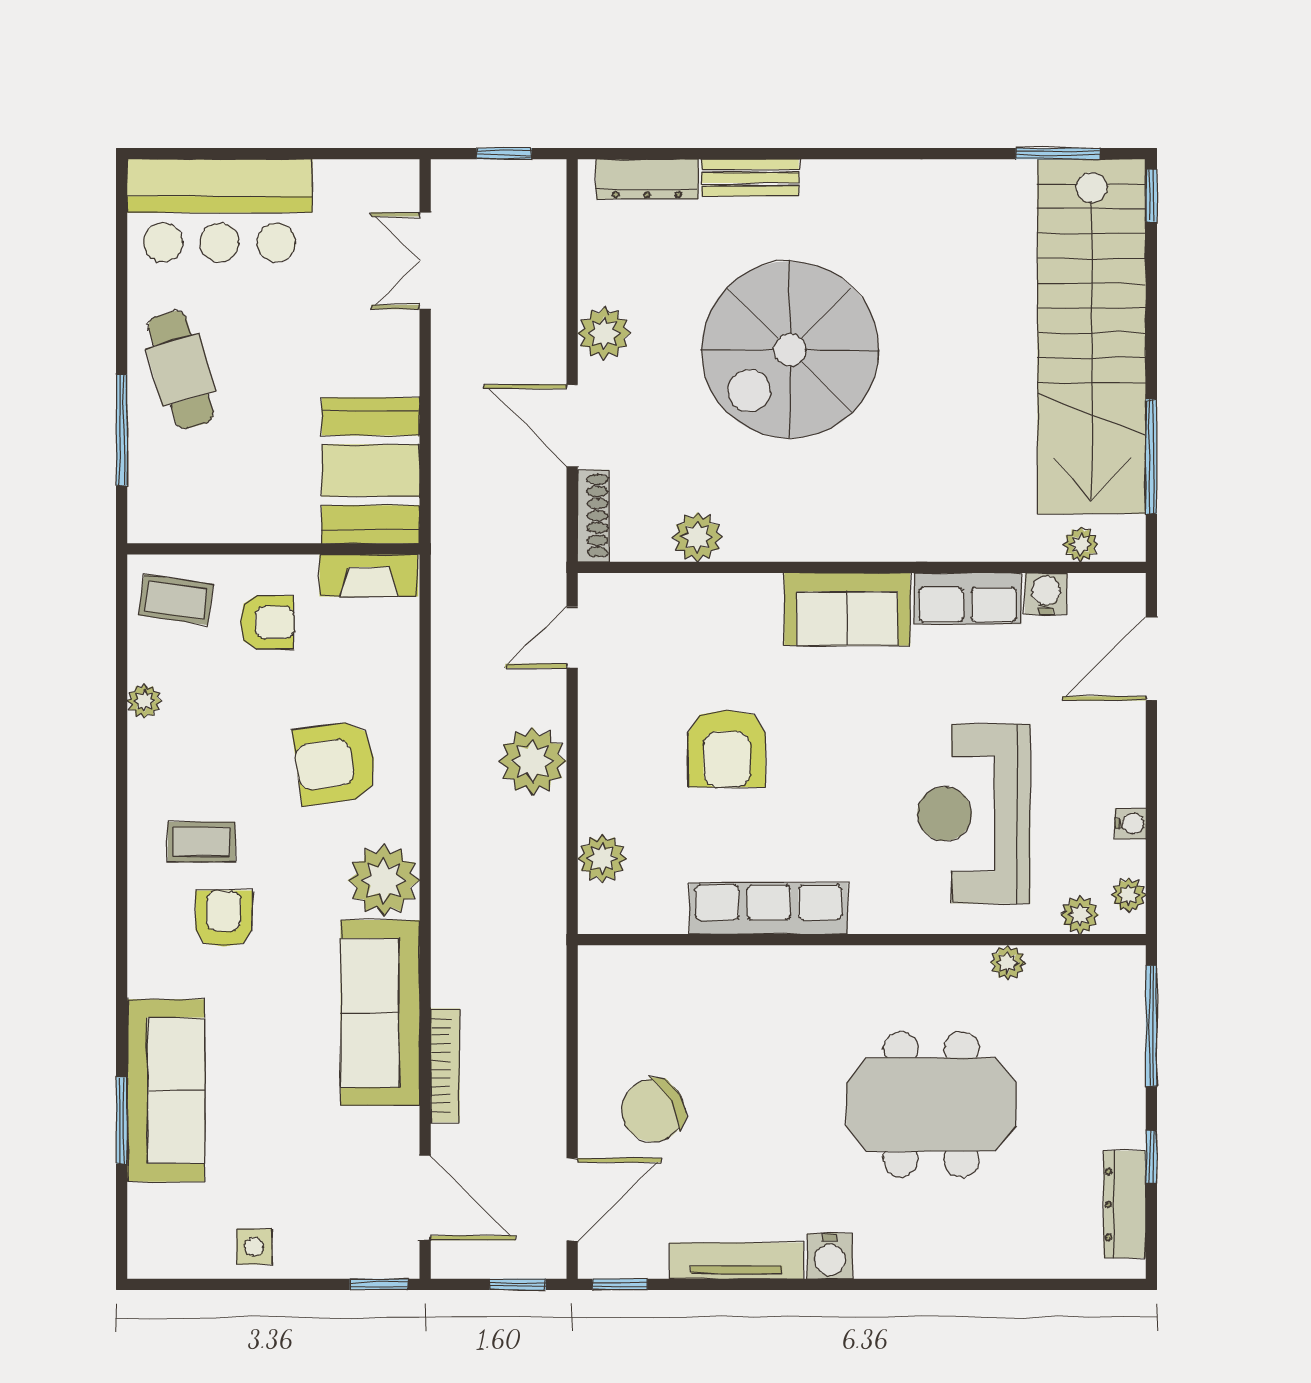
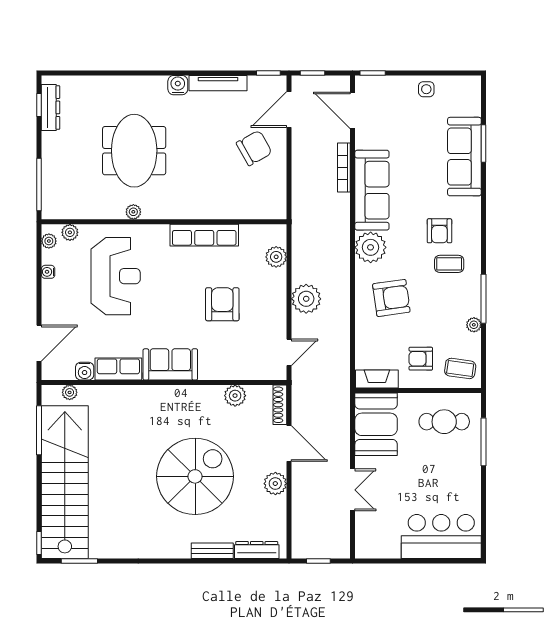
double door: (425, 261) -> (353, 490), moved
cafe table: (181, 370) -> (444, 422), moved, turned -74
window: (122, 761) -> (484, 299), added
plant: (1008, 963) -> (133, 212), moved
meeting table: (931, 1104) -> (134, 151), turned 90
window: (1151, 1157) -> (39, 105), moved

